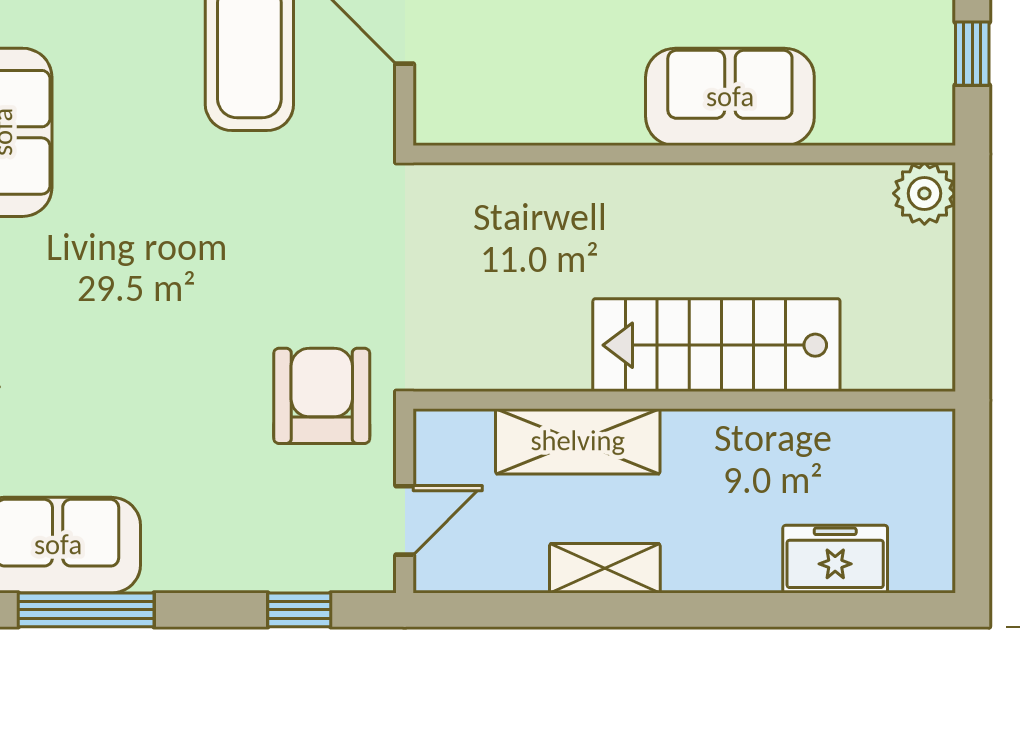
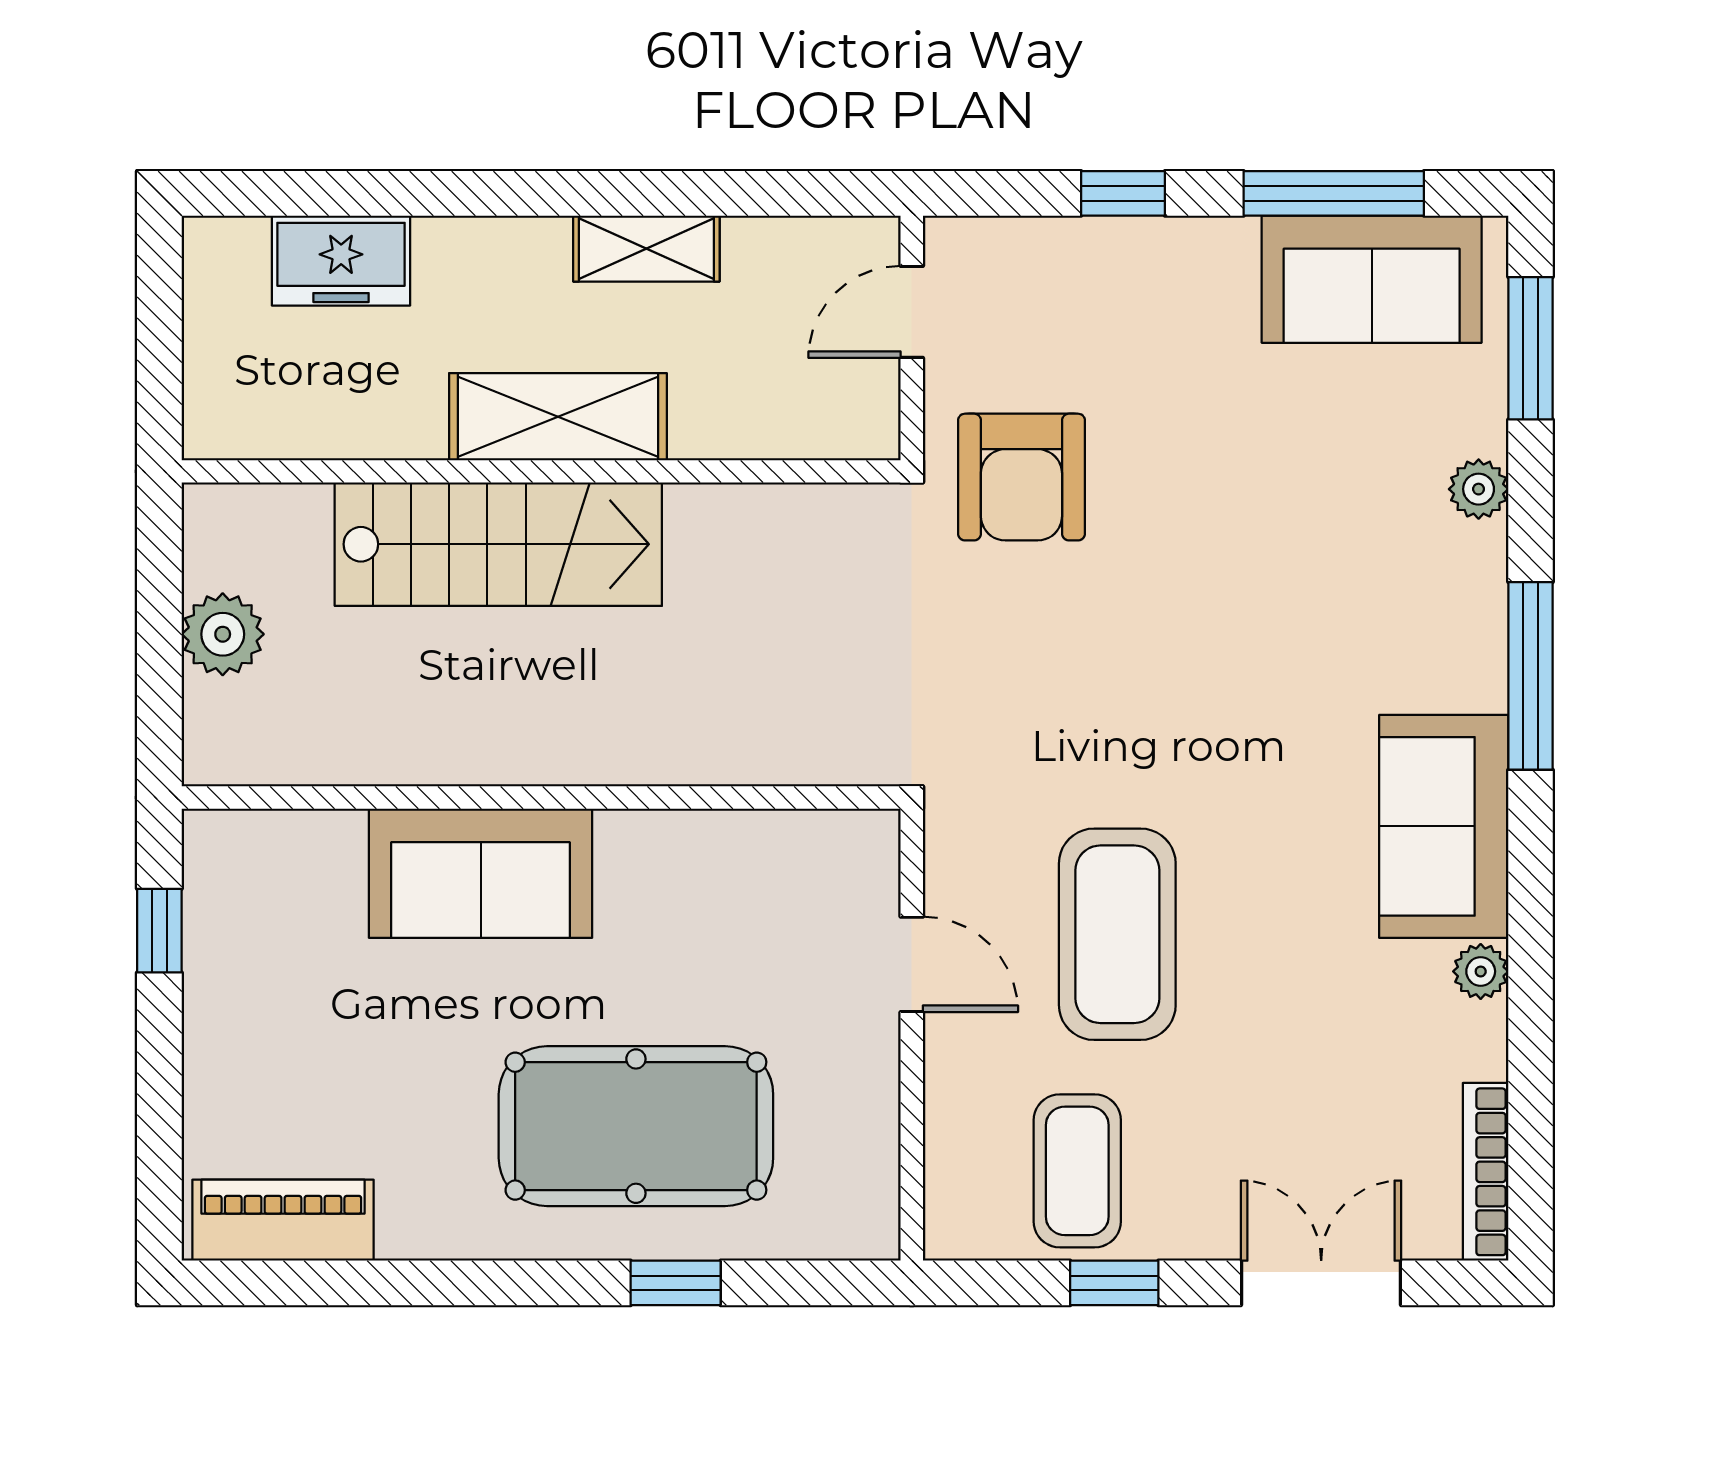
plant: (924, 193) -> (223, 634), moved
shelving: (578, 441) -> (558, 417), moved
window: (299, 610) -> (1123, 193), moved

